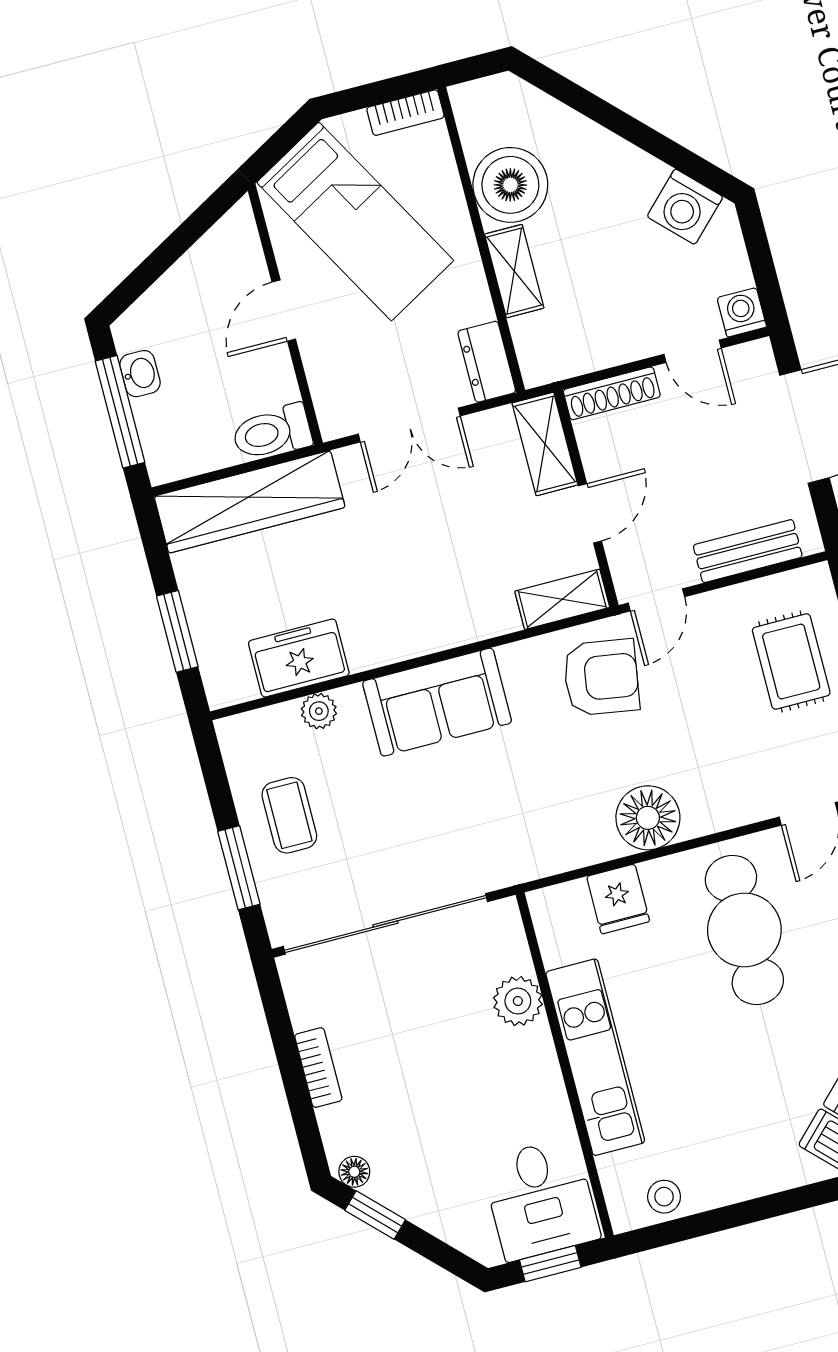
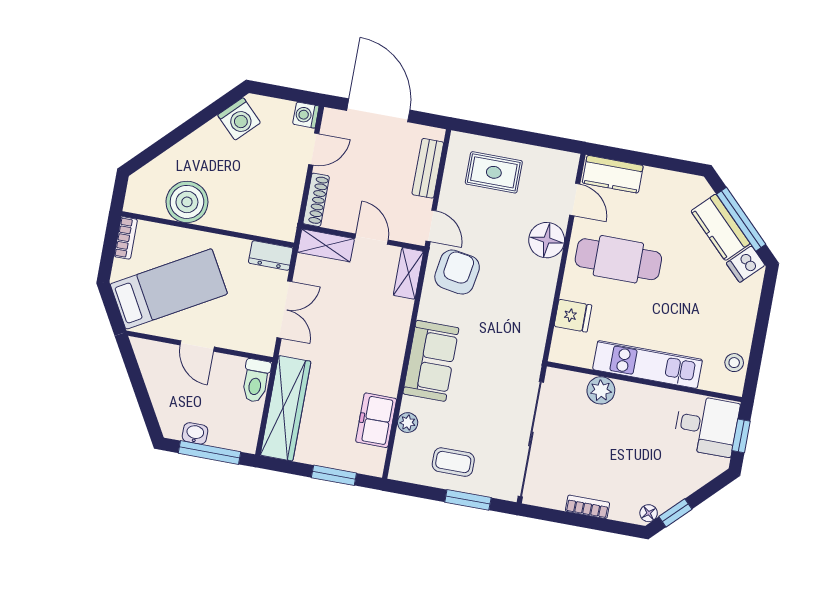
shelving: (514, 271) -> (231, 220), removed
floor lamp: (648, 818) -> (547, 240), moved

